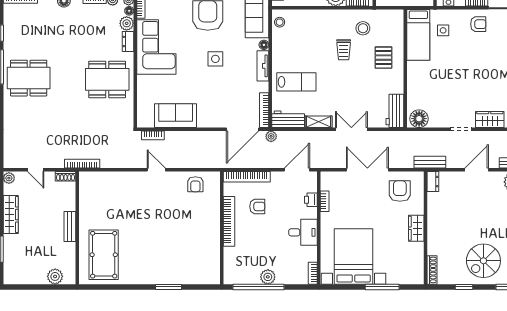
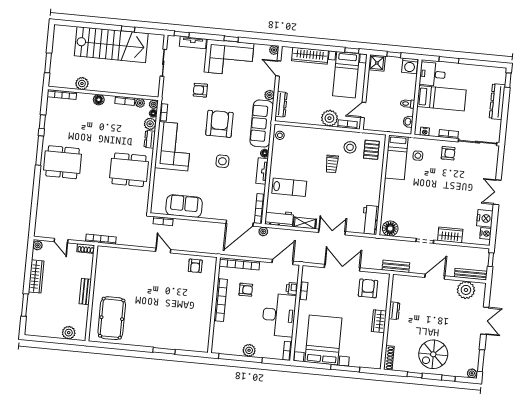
pallet: (383, 58) -> (371, 150), moved
dresser: (433, 182) -> (394, 311), moved
desk: (303, 232) -> (279, 315), width x1.87, depth x1.30

